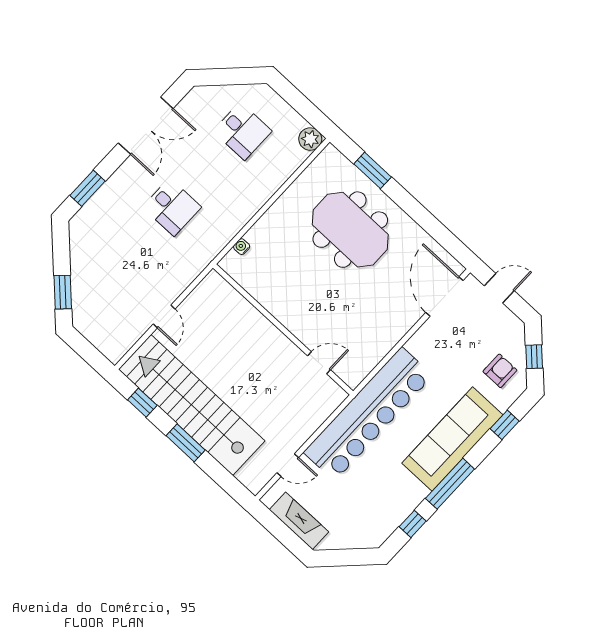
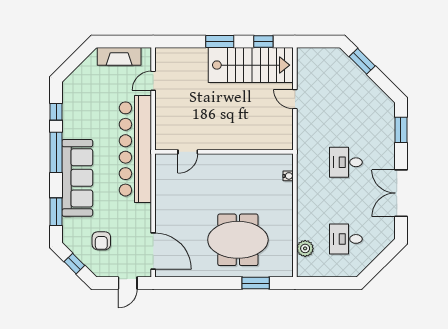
plant: (310, 139) -> (305, 248), moved
armchair: (500, 371) -> (101, 241), moved
stairs: (192, 405) -> (251, 65), width x0.73
window: (505, 425) -> (56, 212), width x1.50

